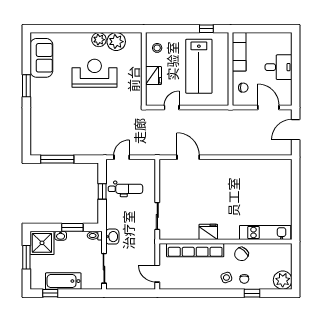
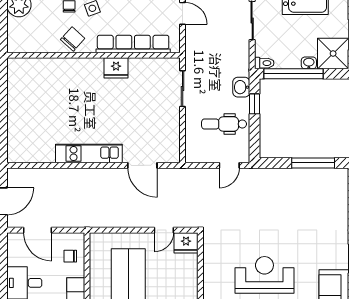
reception desk: (95, 73) -> (264, 275), turned 180
fridge: (153, 76) -> (186, 243), moved, turned -90
window: (102, 191) -> (255, 104), moved
window: (72, 227) -> (294, 74), width x2.11
kitchen unit: (265, 233) -> (89, 154), moved, turned 180
washbasin: (112, 237) -> (241, 87), moved

